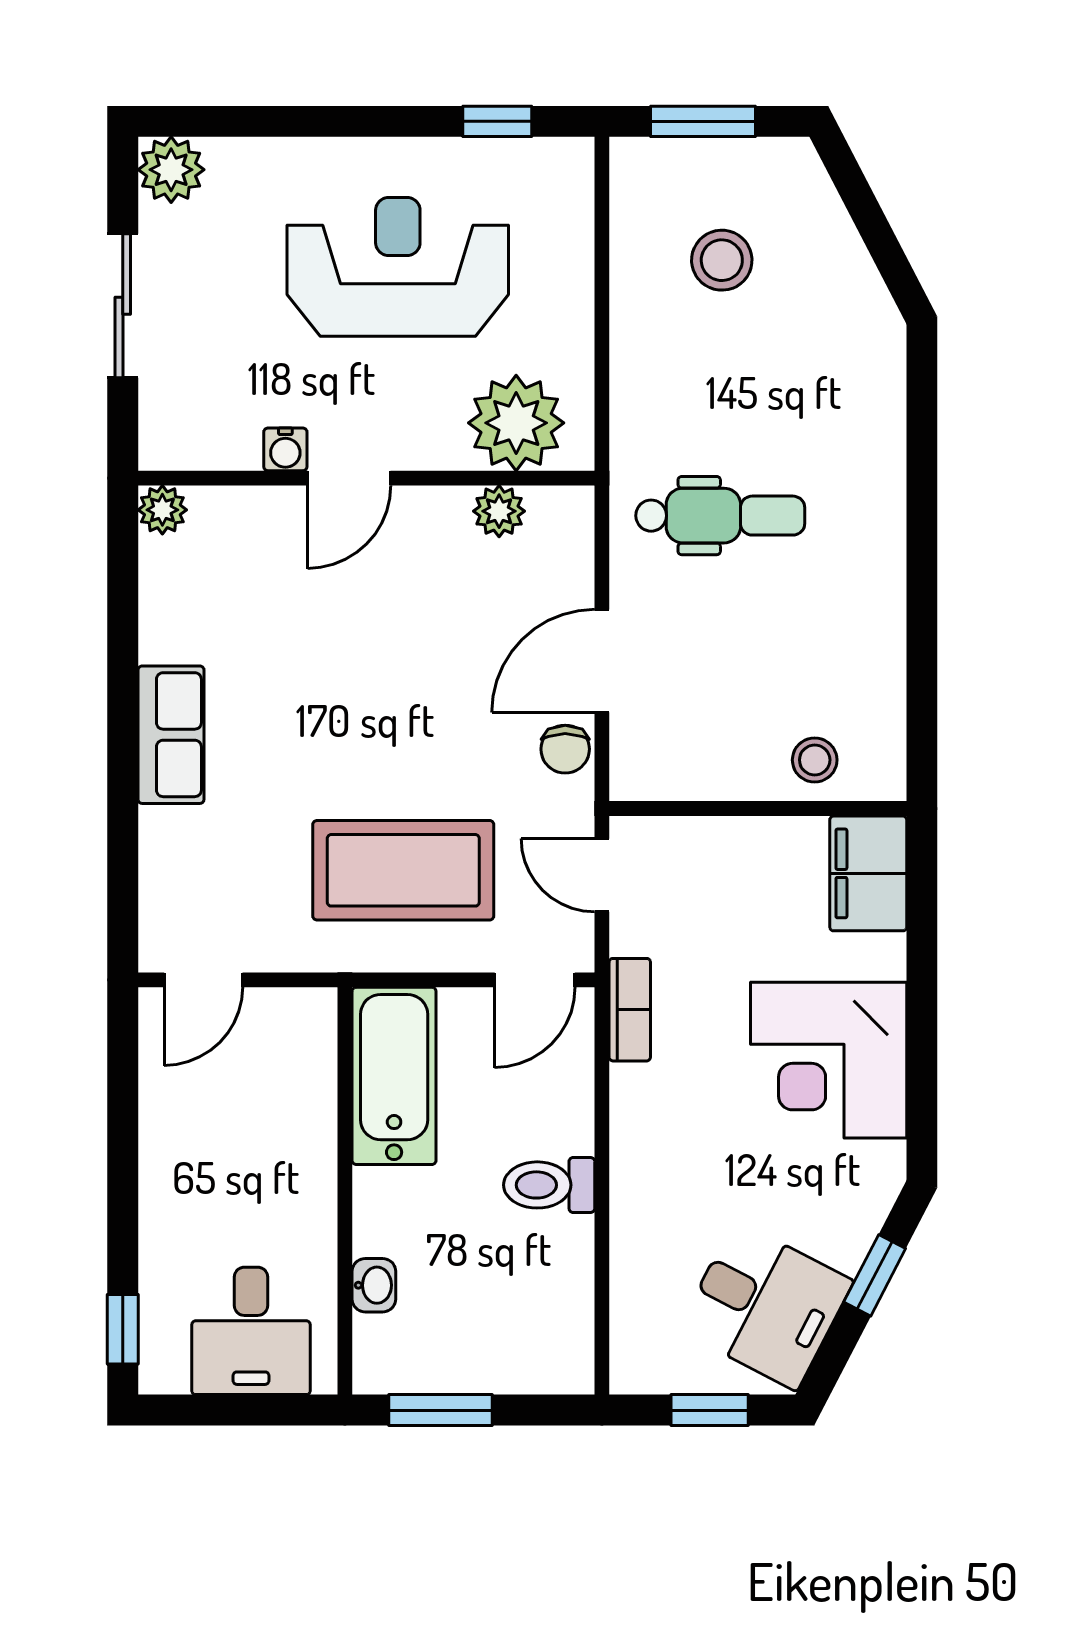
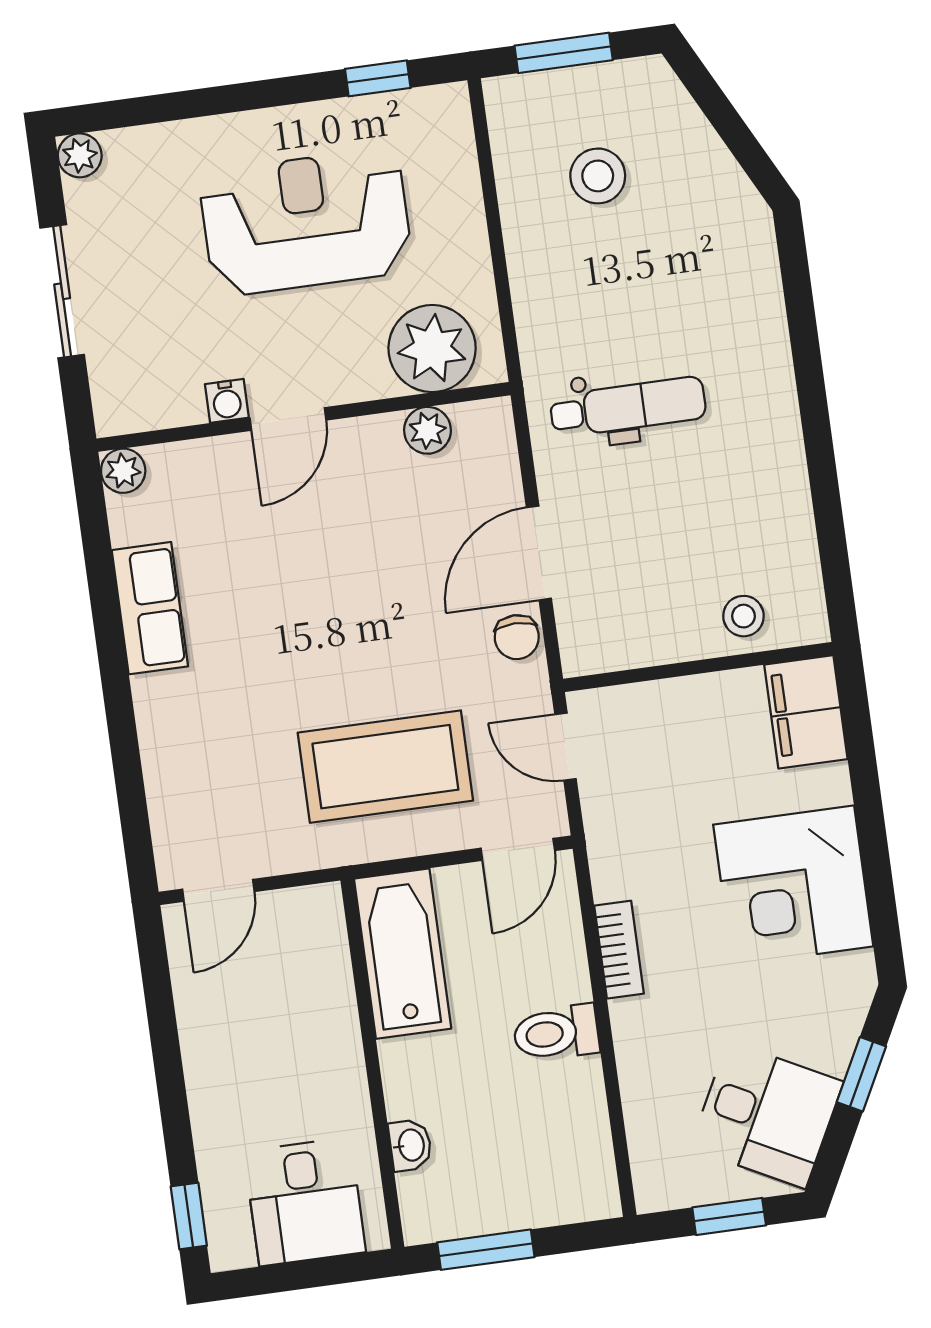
plant: (171, 170) -> (80, 155), width x0.73, depth x0.73
row of seats: (171, 735) -> (150, 608), moved
bookcase: (630, 1010) -> (619, 950), moved

